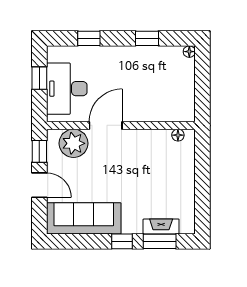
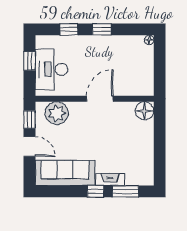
window: (147, 38) -> (102, 29), moved
door: (106, 125) -> (100, 99), moved
floor lamp: (178, 135) -> (144, 111), width x1.89, depth x1.89
fireplace: (161, 226) -> (110, 179), moved

